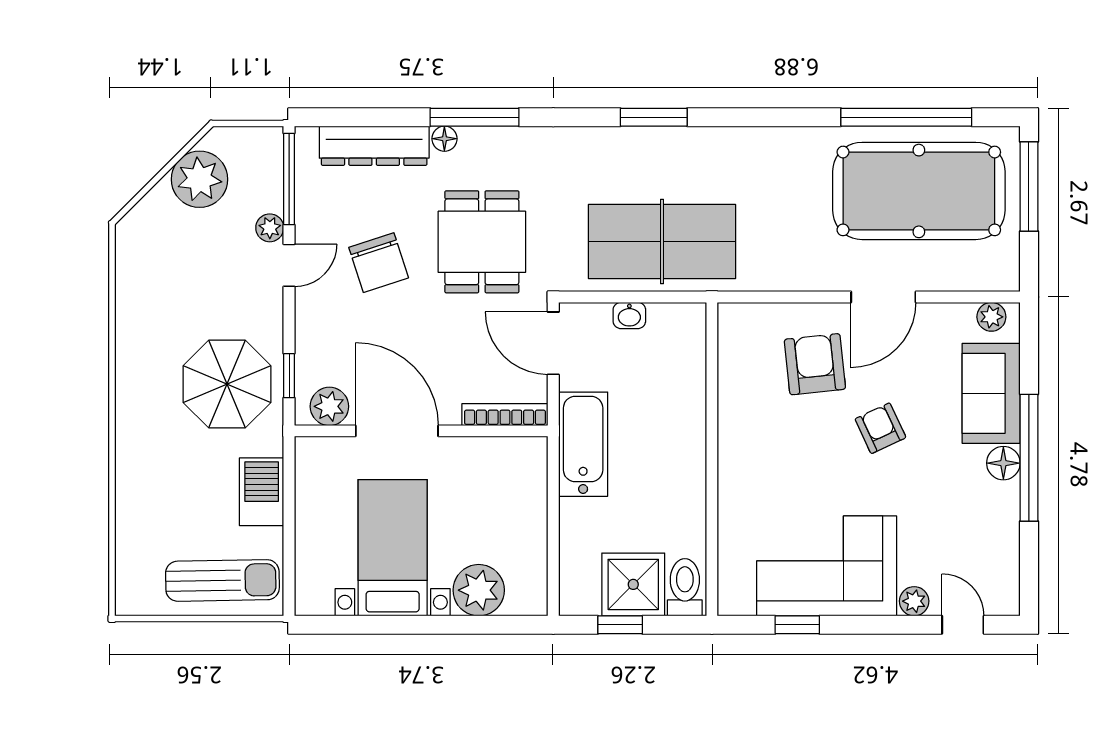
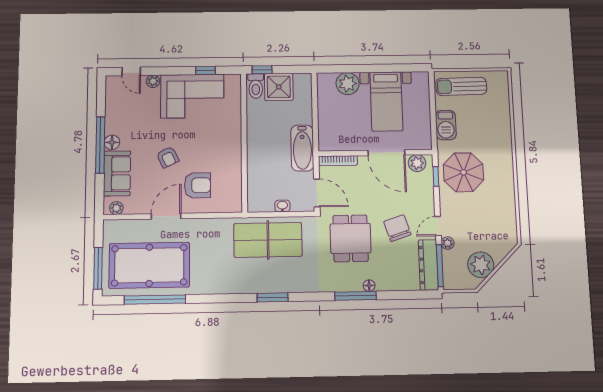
dresser: (374, 146) -> (428, 265), moved, turned -90
armchair: (815, 364) -> (197, 185), turned -84
window: (620, 625) -> (262, 70), moved

